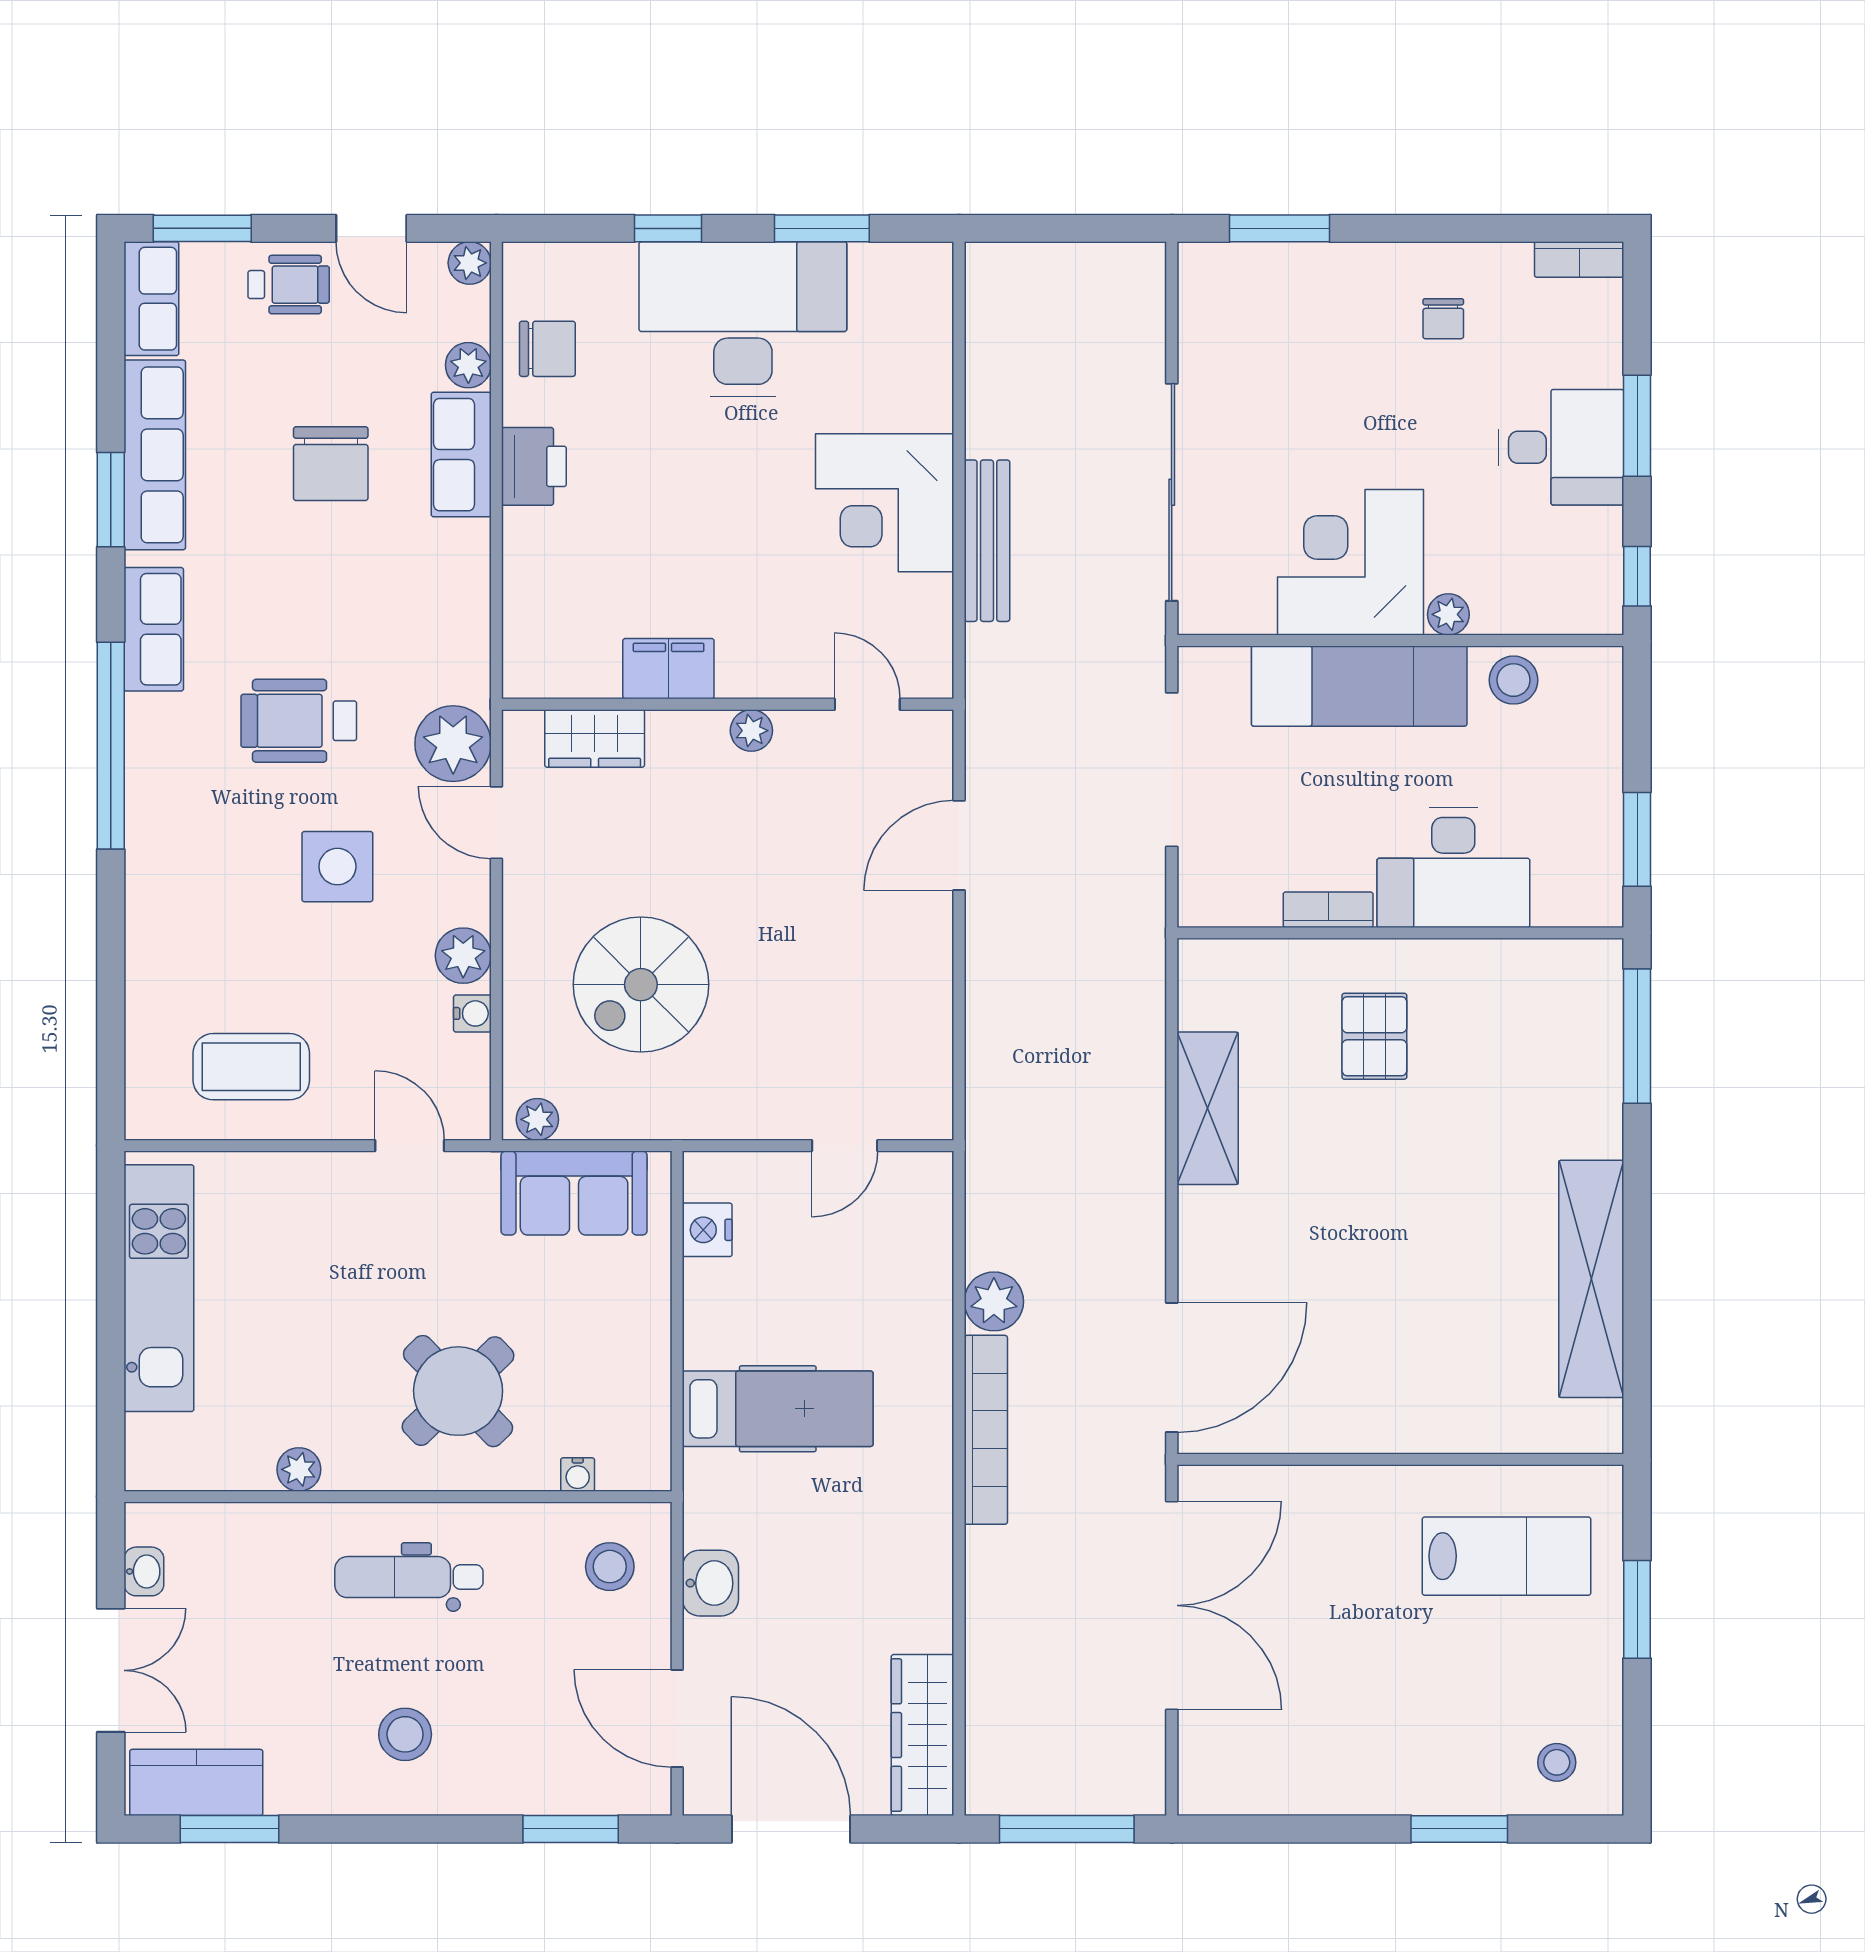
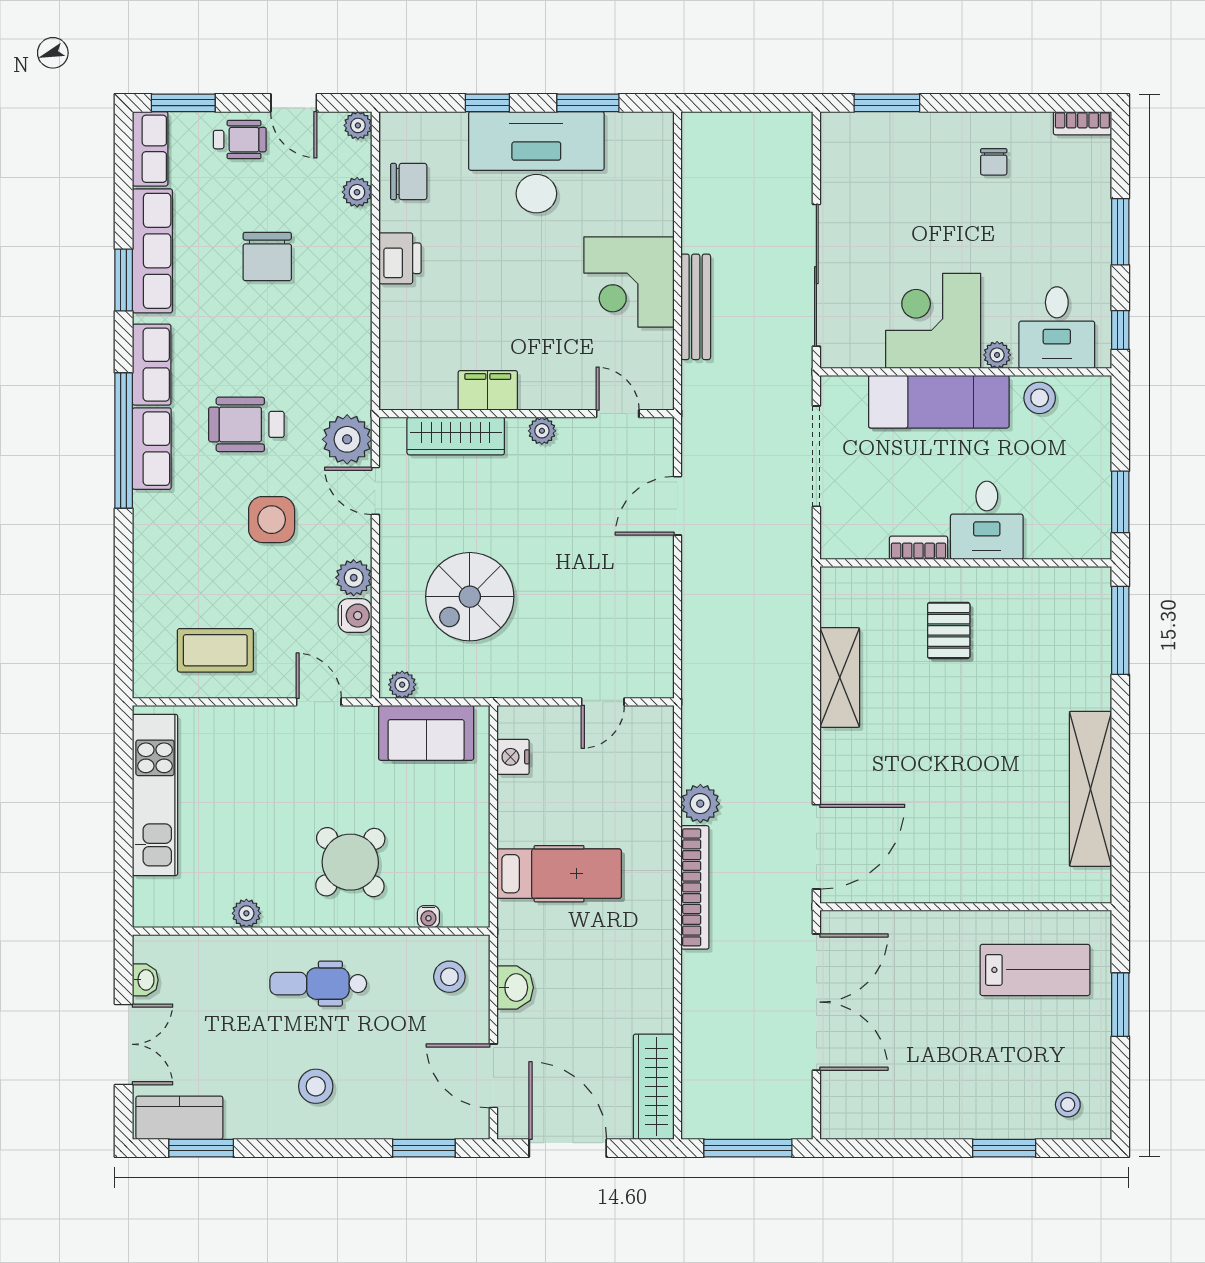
desk: (1561, 447) -> (1057, 328), moved, turned 90
row of seats: (461, 455) -> (152, 449), moved, turned 180
wardrobe: (595, 738) -> (456, 436), width x1.50
desk: (1453, 868) -> (987, 520), width x0.73
water cooler: (472, 1013) -> (355, 616), width x1.38, depth x1.38

